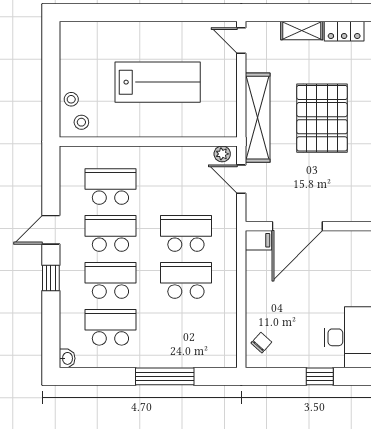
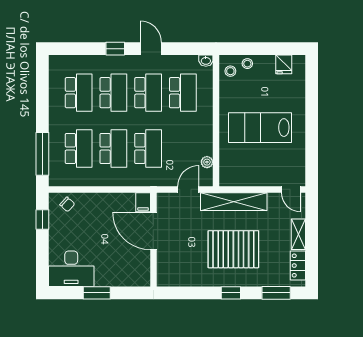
door: (241, 40) -> (291, 189), swing flipped
fridge: (72, 50) -> (284, 64), added
lab bench: (158, 82) -> (260, 128), turned 90
plant: (222, 154) -> (207, 162), moved
school desk: (186, 327) -> (79, 149), added
washbasin: (67, 358) -> (206, 61), moved
window: (165, 376) -> (42, 154), moved
window: (320, 376) -> (42, 219), moved

